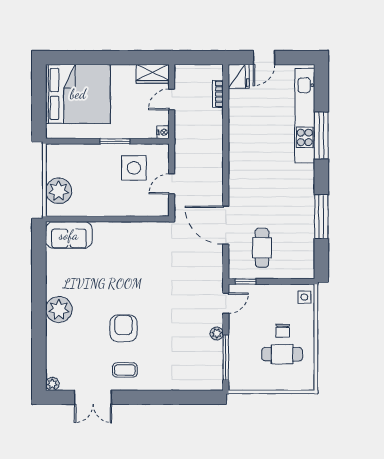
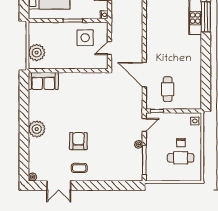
window: (321, 217) -> (206, 69), removed

